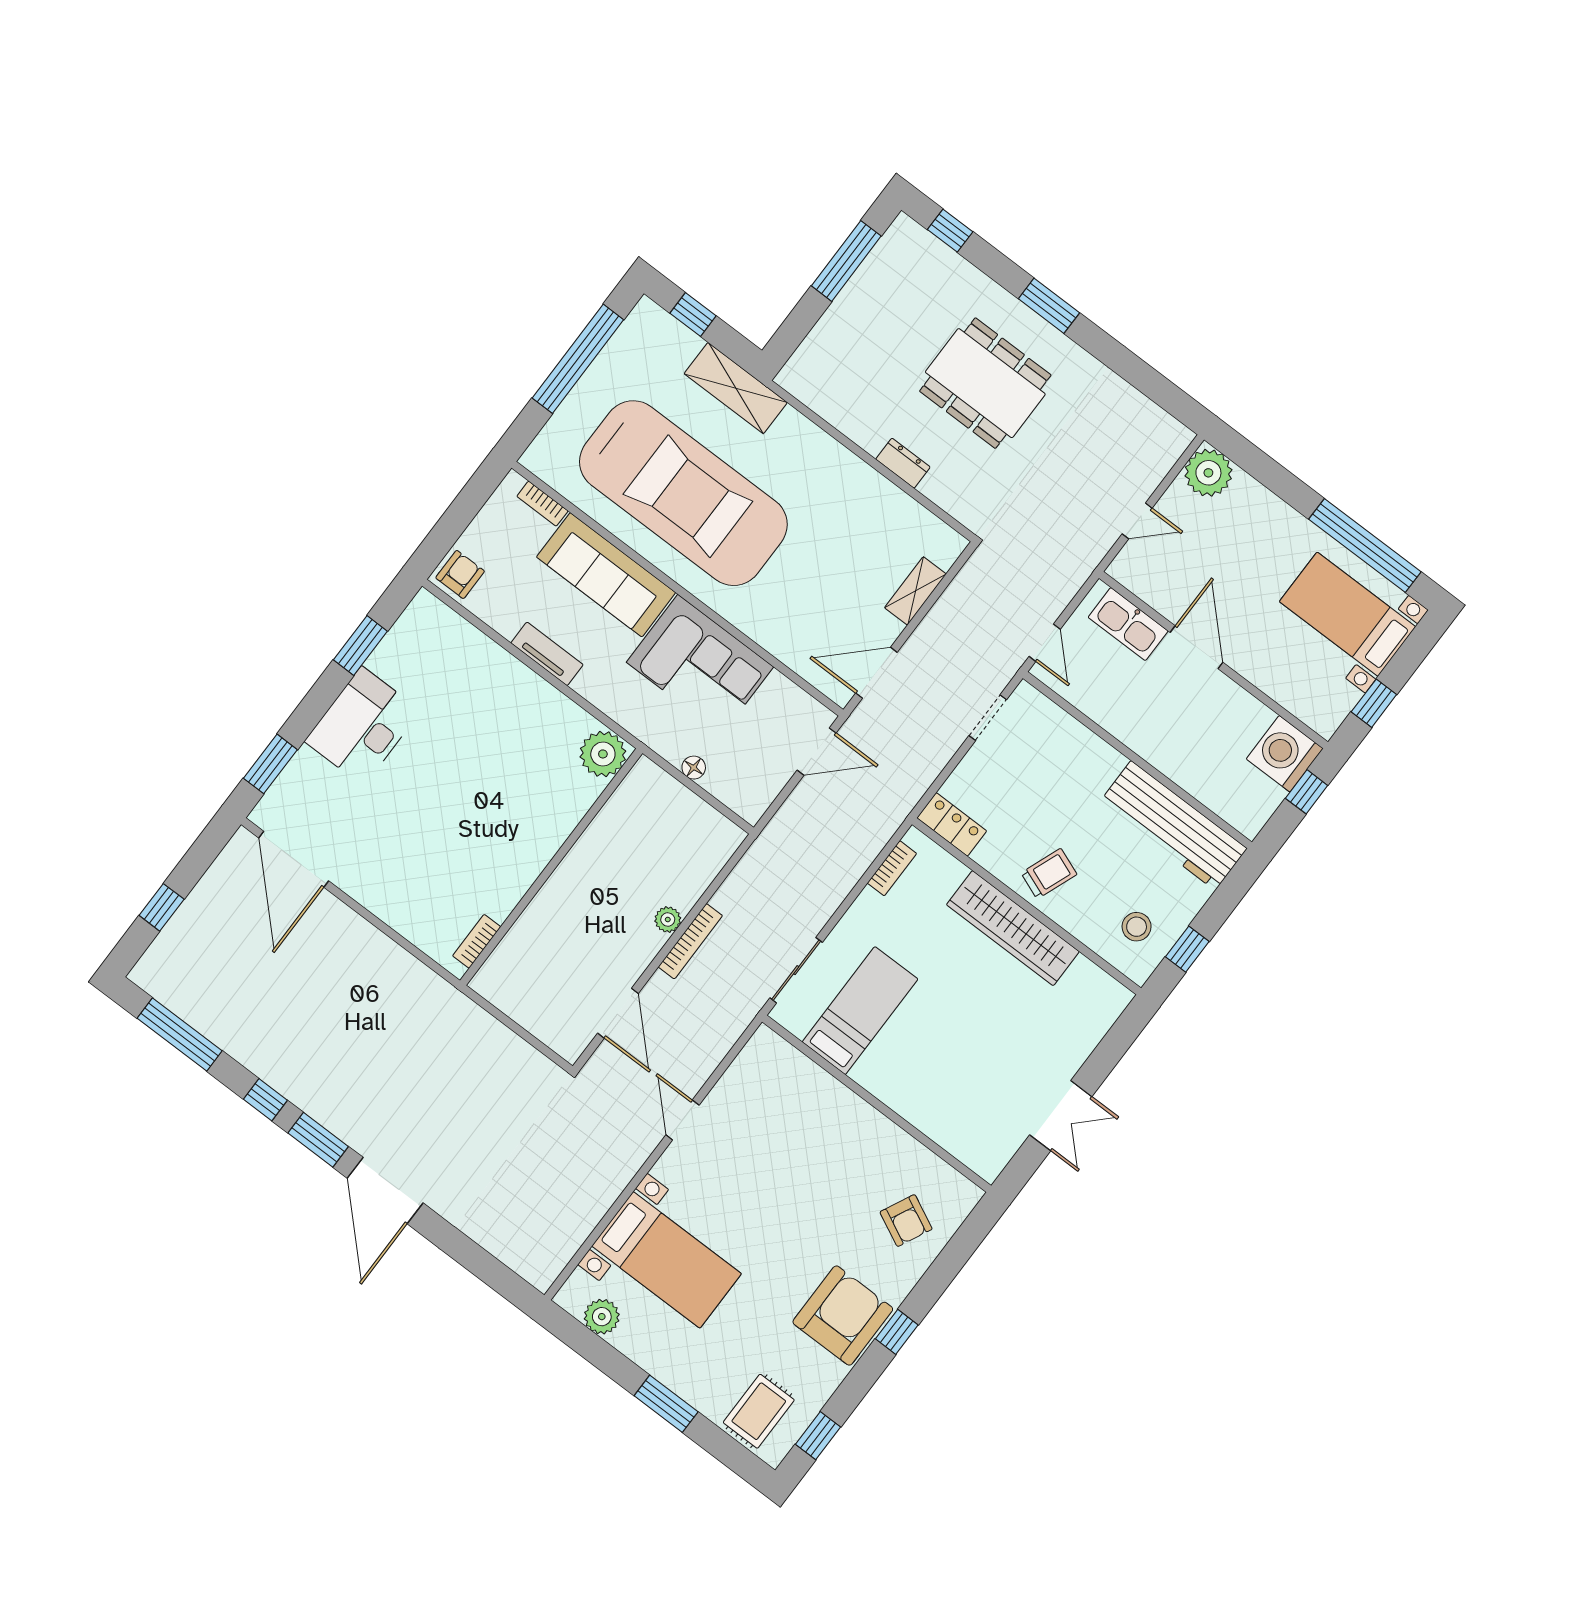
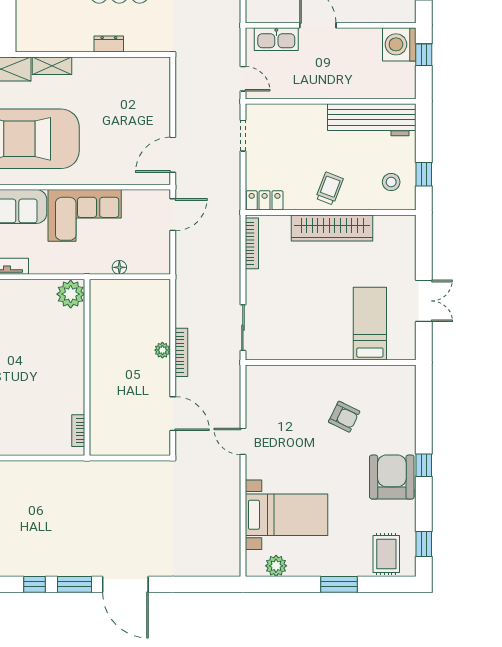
shelving: (915, 591) -> (52, 66), moved, turned 90
bookcase: (892, 868) -> (252, 243), width x1.56
bed: (860, 1011) -> (370, 324), moved
armchair: (906, 1221) -> (344, 417), moved

